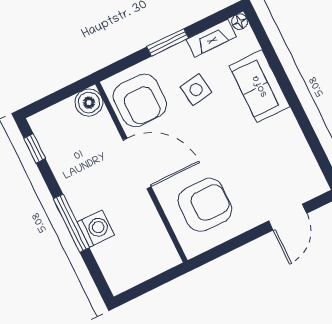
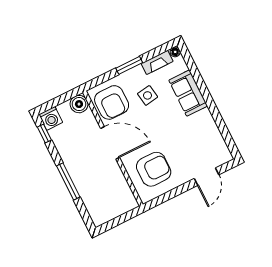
washing machine: (96, 228) -> (51, 118), moved, turned 90

